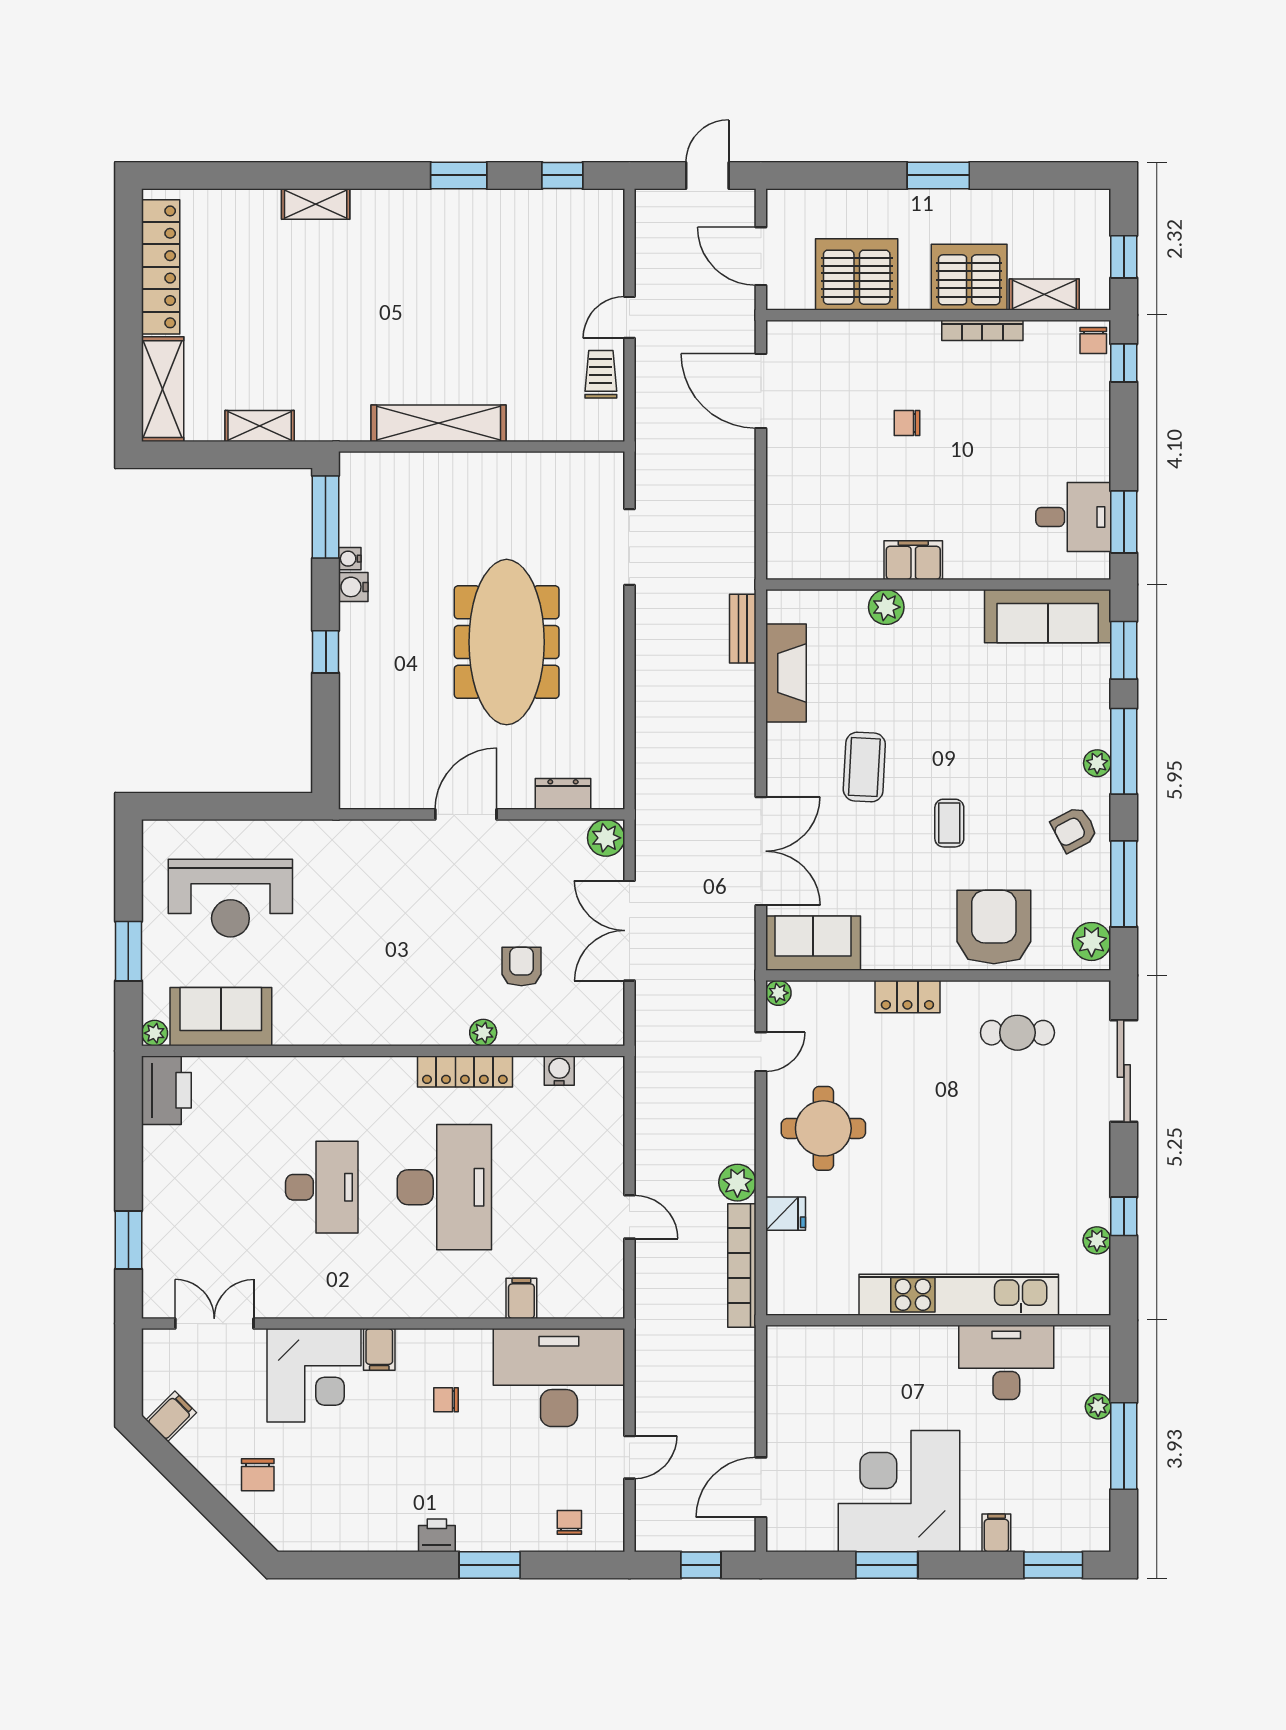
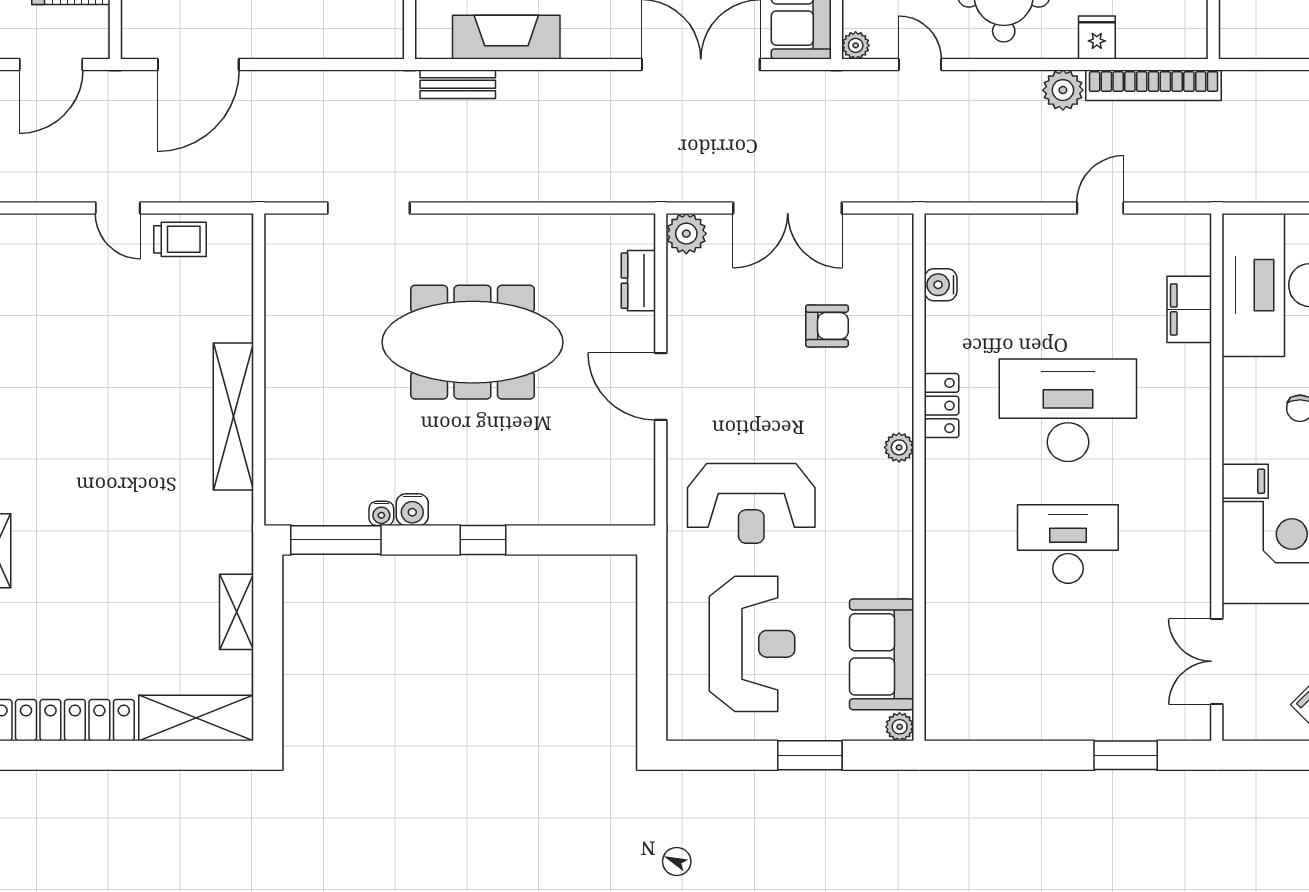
trolley: (601, 374) -> (180, 239), turned 180
reception desk: (359, 897) -> (751, 503), added
armchair: (521, 967) -> (827, 326), turned 180
plant: (483, 1033) -> (899, 447), moved
locker: (465, 1072) -> (942, 406), width x0.66
printer: (166, 1090) -> (962, 714), removed
filing cabinet: (521, 1298) -> (1189, 309), width x2.00

